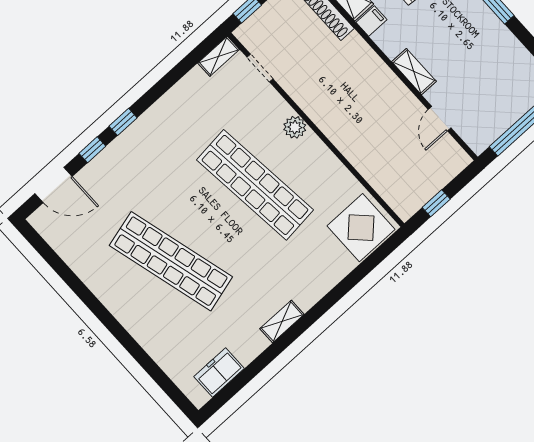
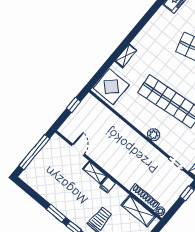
filing cabinet: (371, 21) -> (108, 185), moved
shelving: (282, 321) -> (126, 56), moved

